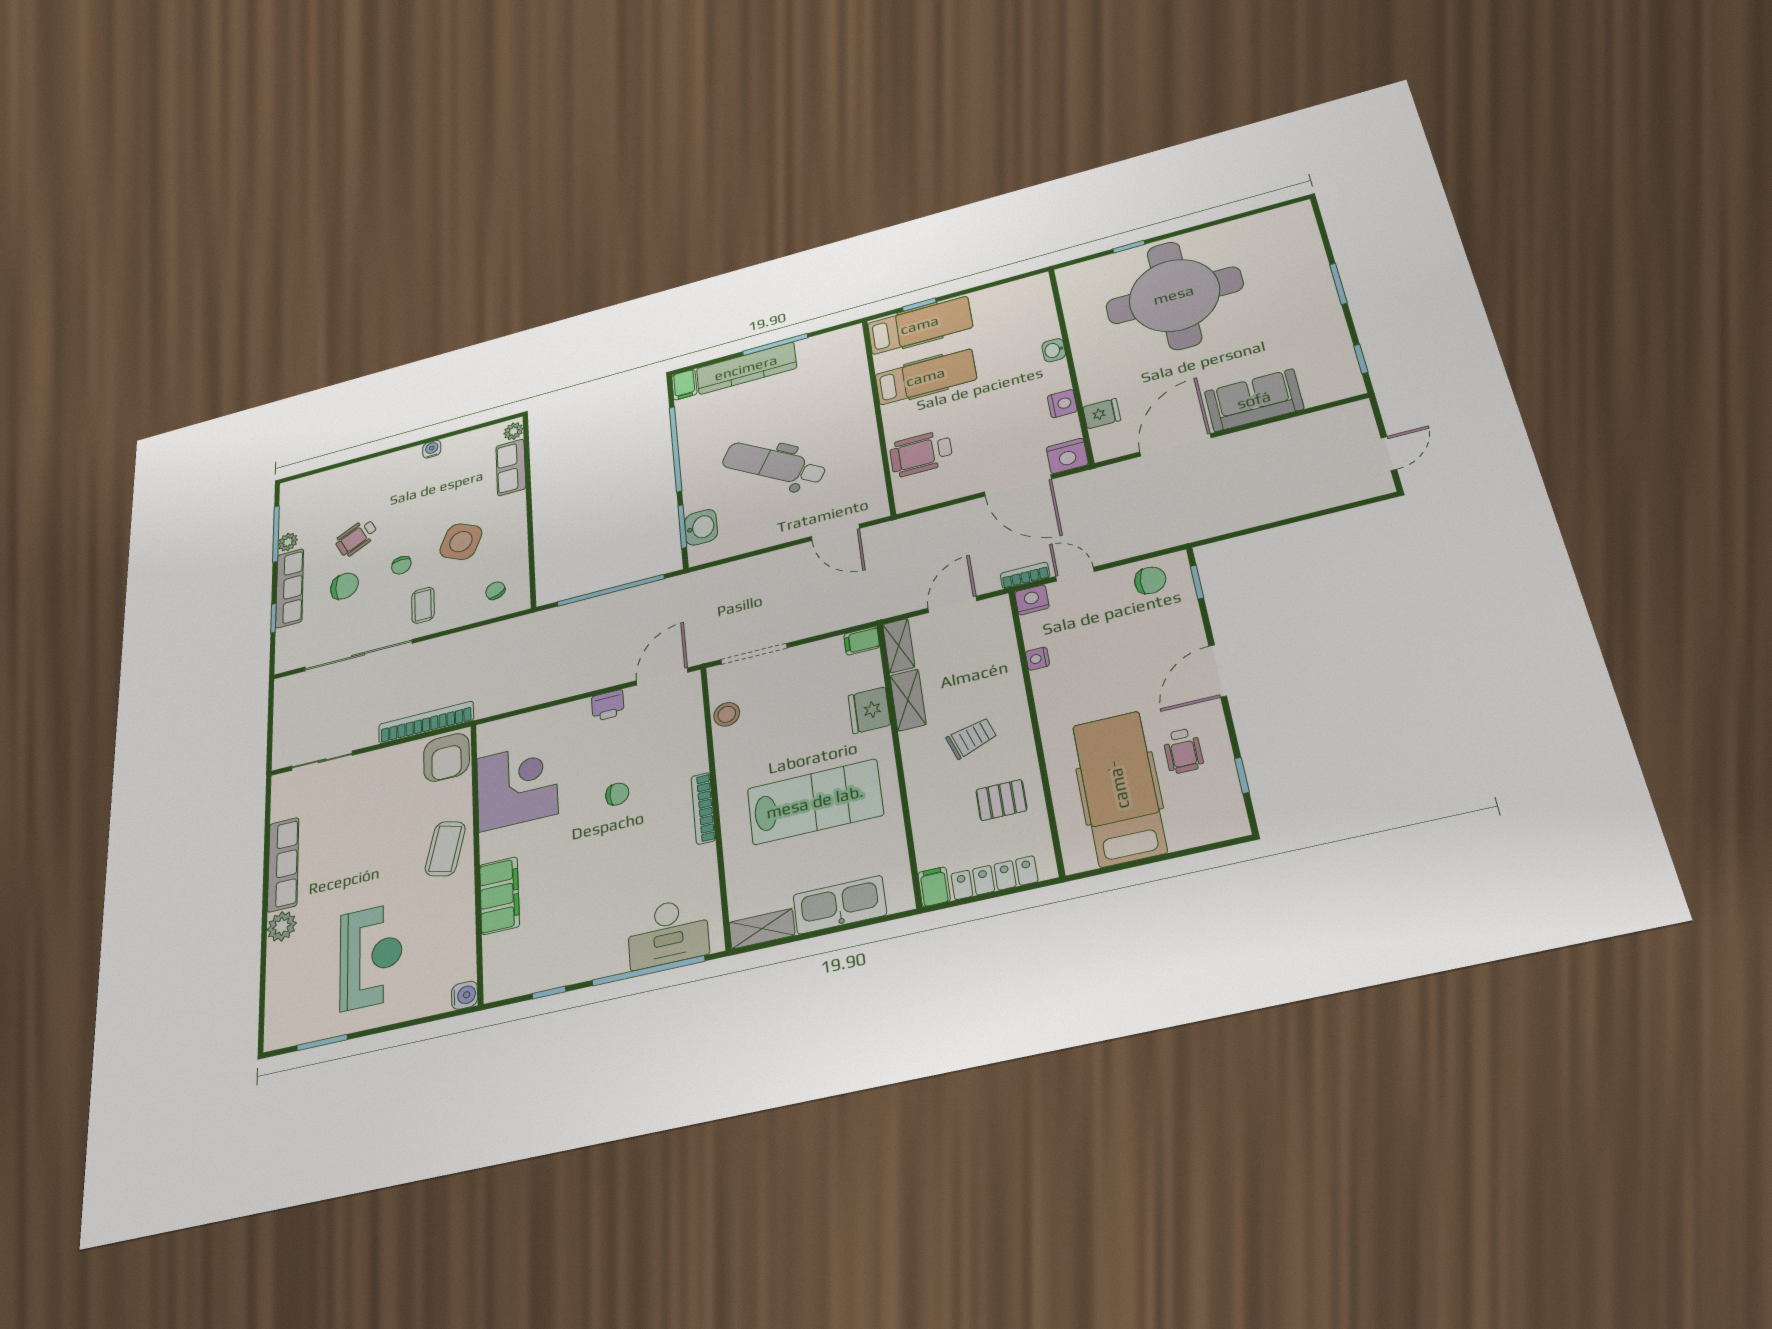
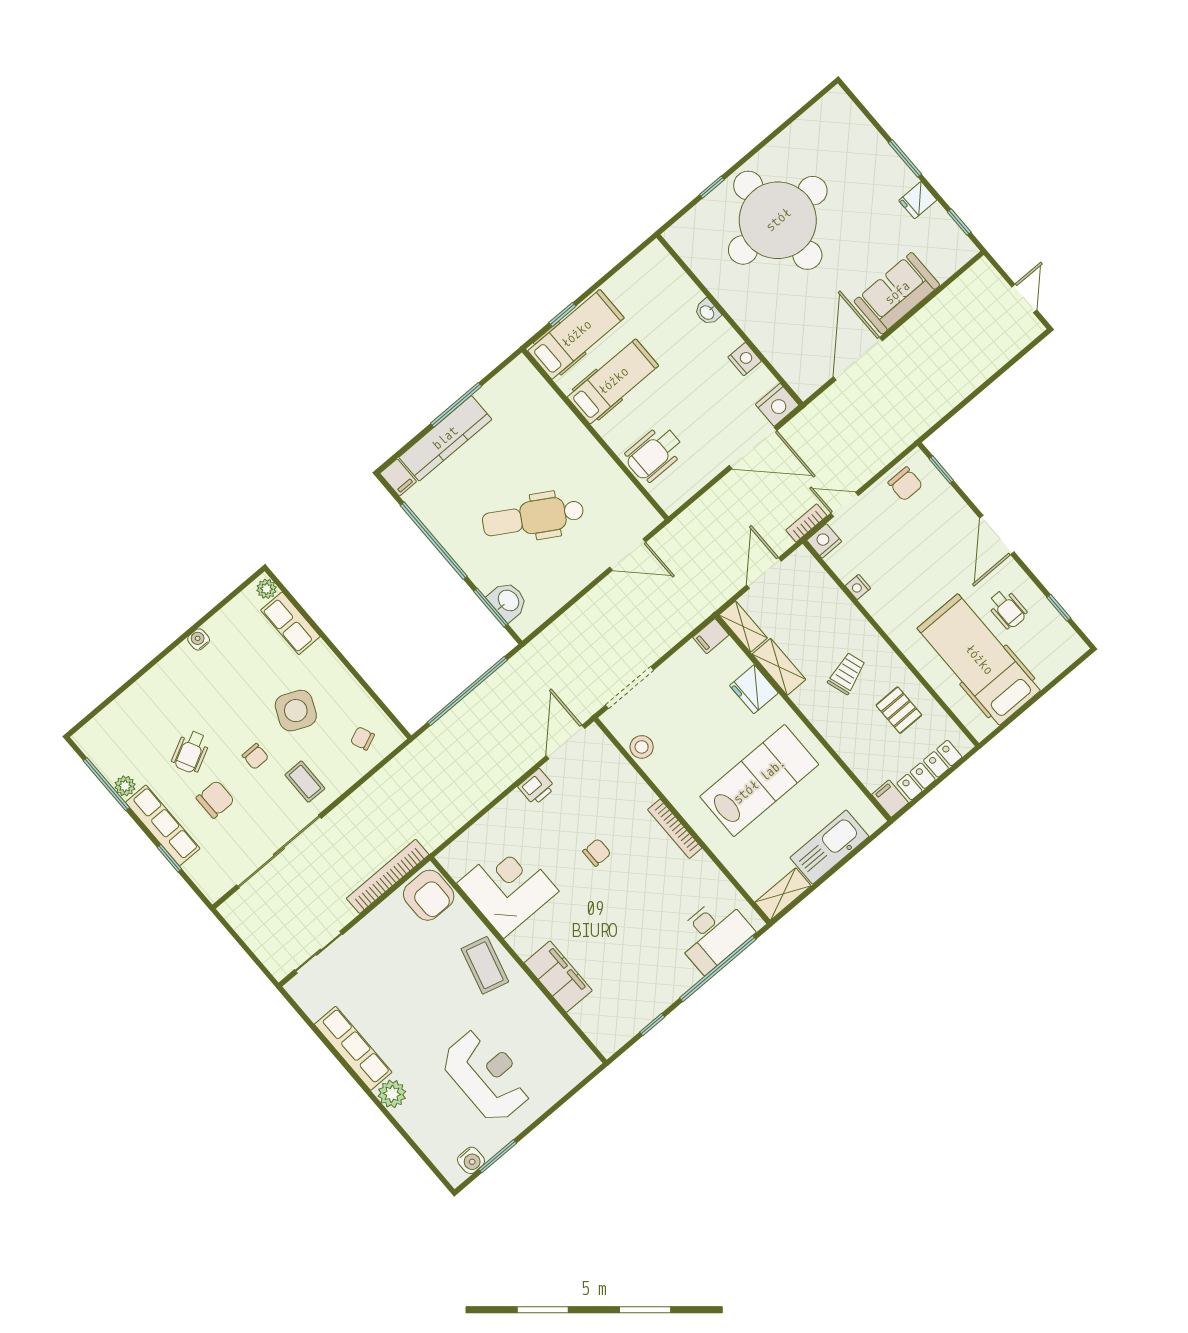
fridge: (1102, 414) -> (918, 200), moved, turned 180
chair: (1150, 580) -> (905, 484), turned 86
pallet: (1001, 800) -> (899, 710), turned 90
water cooler: (465, 995) -> (471, 1160), moved, turned 90

